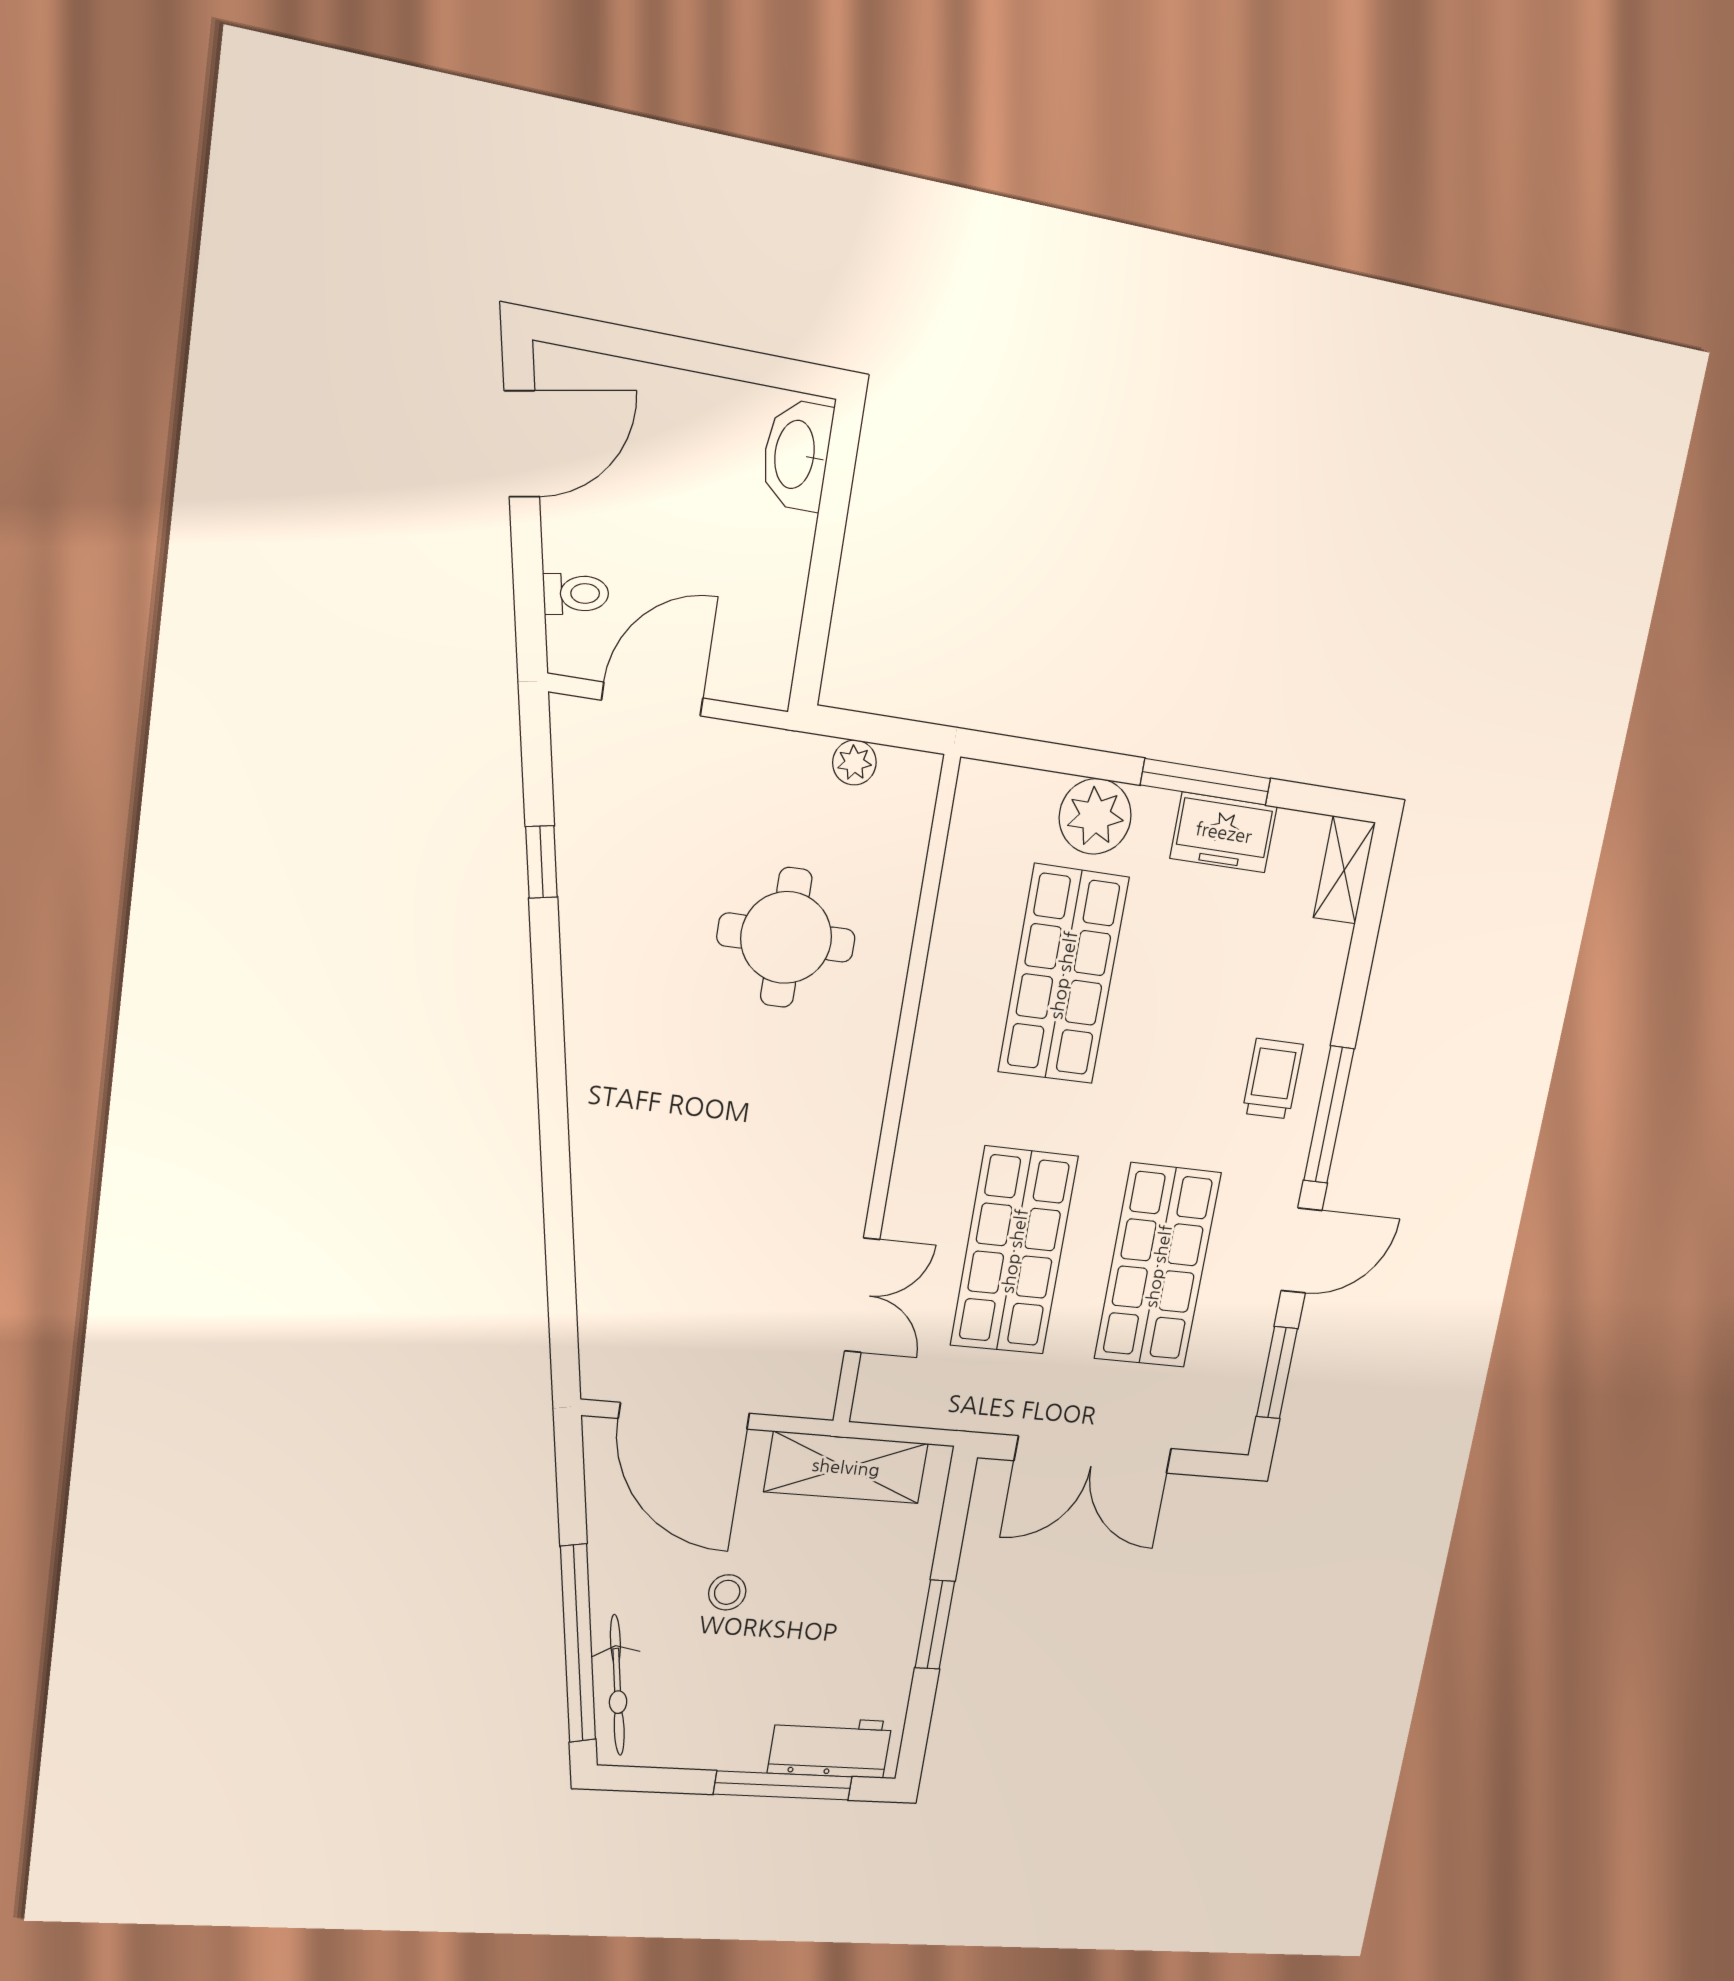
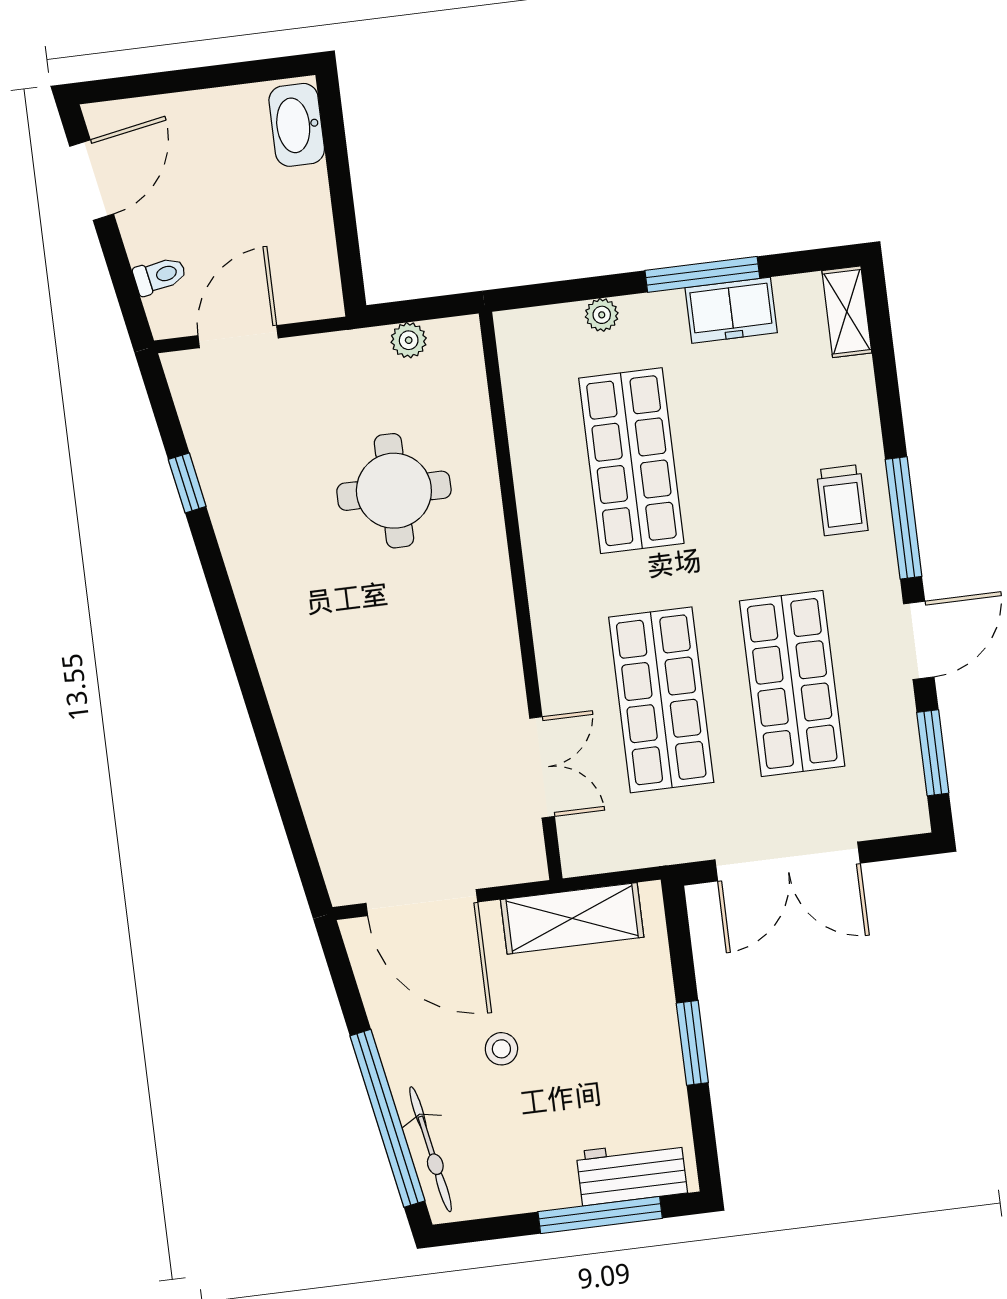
plant: (1095, 816) -> (602, 315), width x0.53, depth x0.53
trolley: (1273, 1079) -> (842, 500), turned 180

